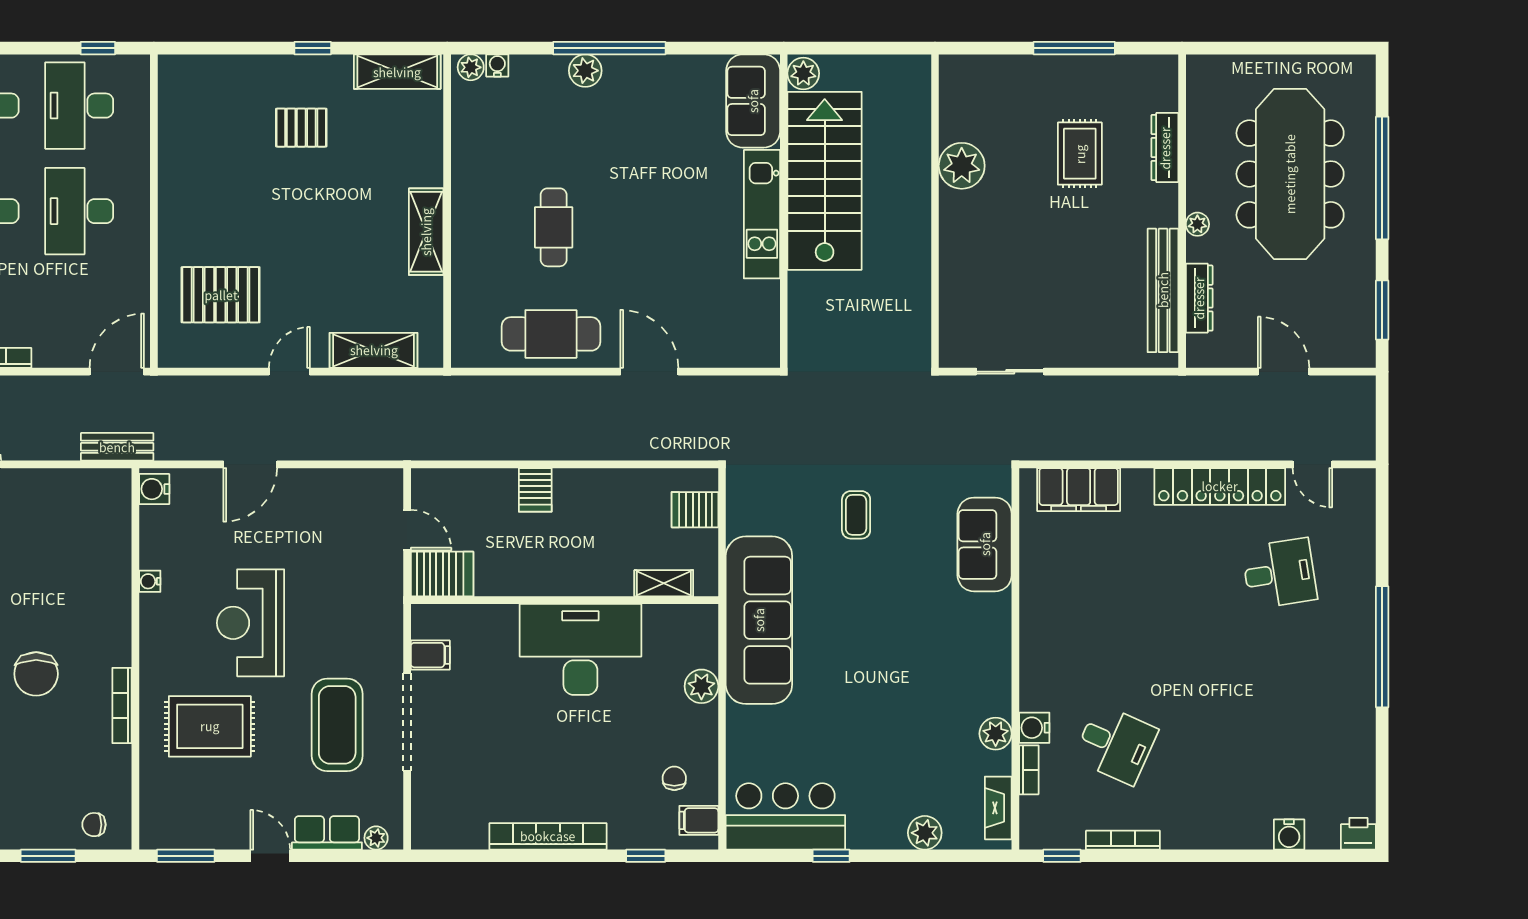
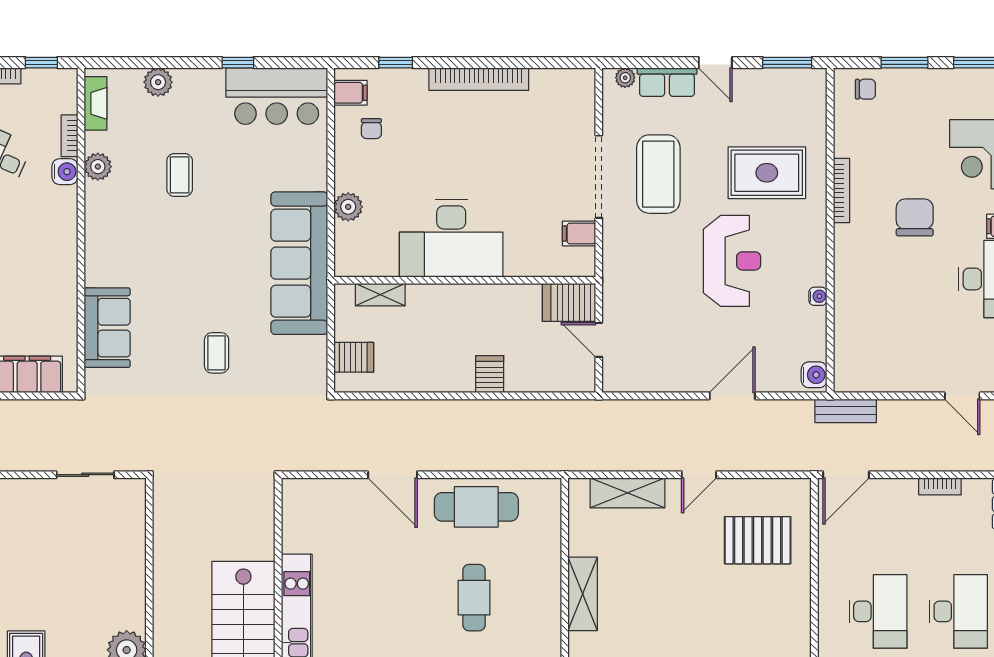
coffee table: (900, 724) -> (180, 175), added

